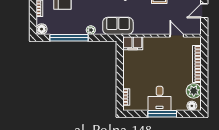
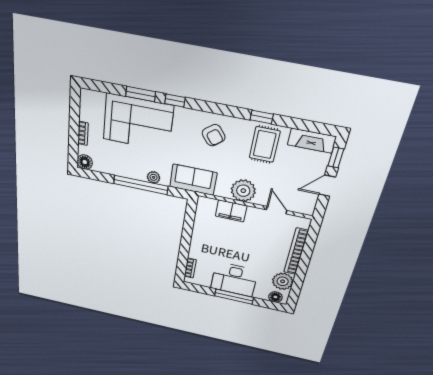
plant: (152, 26) -> (243, 191), added
window: (69, 38) -> (141, 185), moved
filing cabinet: (133, 43) -> (231, 211), moved
desk: (160, 98) -> (234, 279), width x1.37

